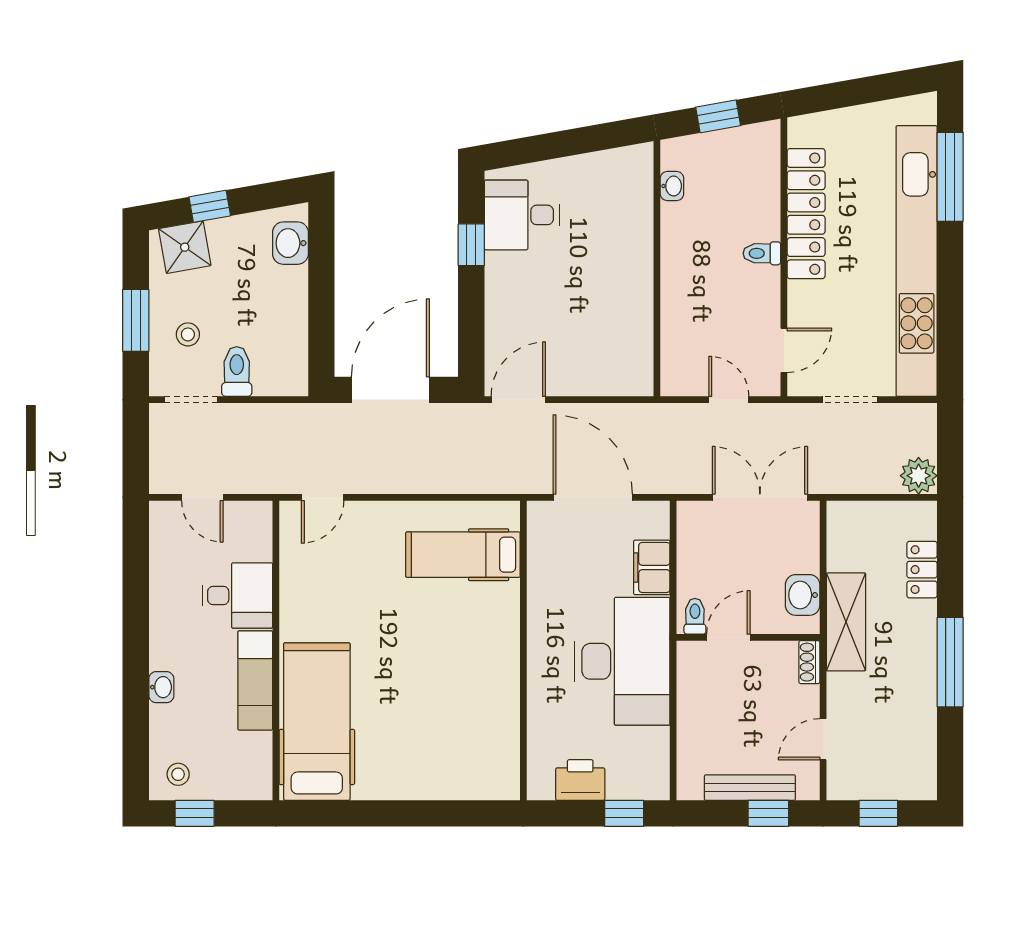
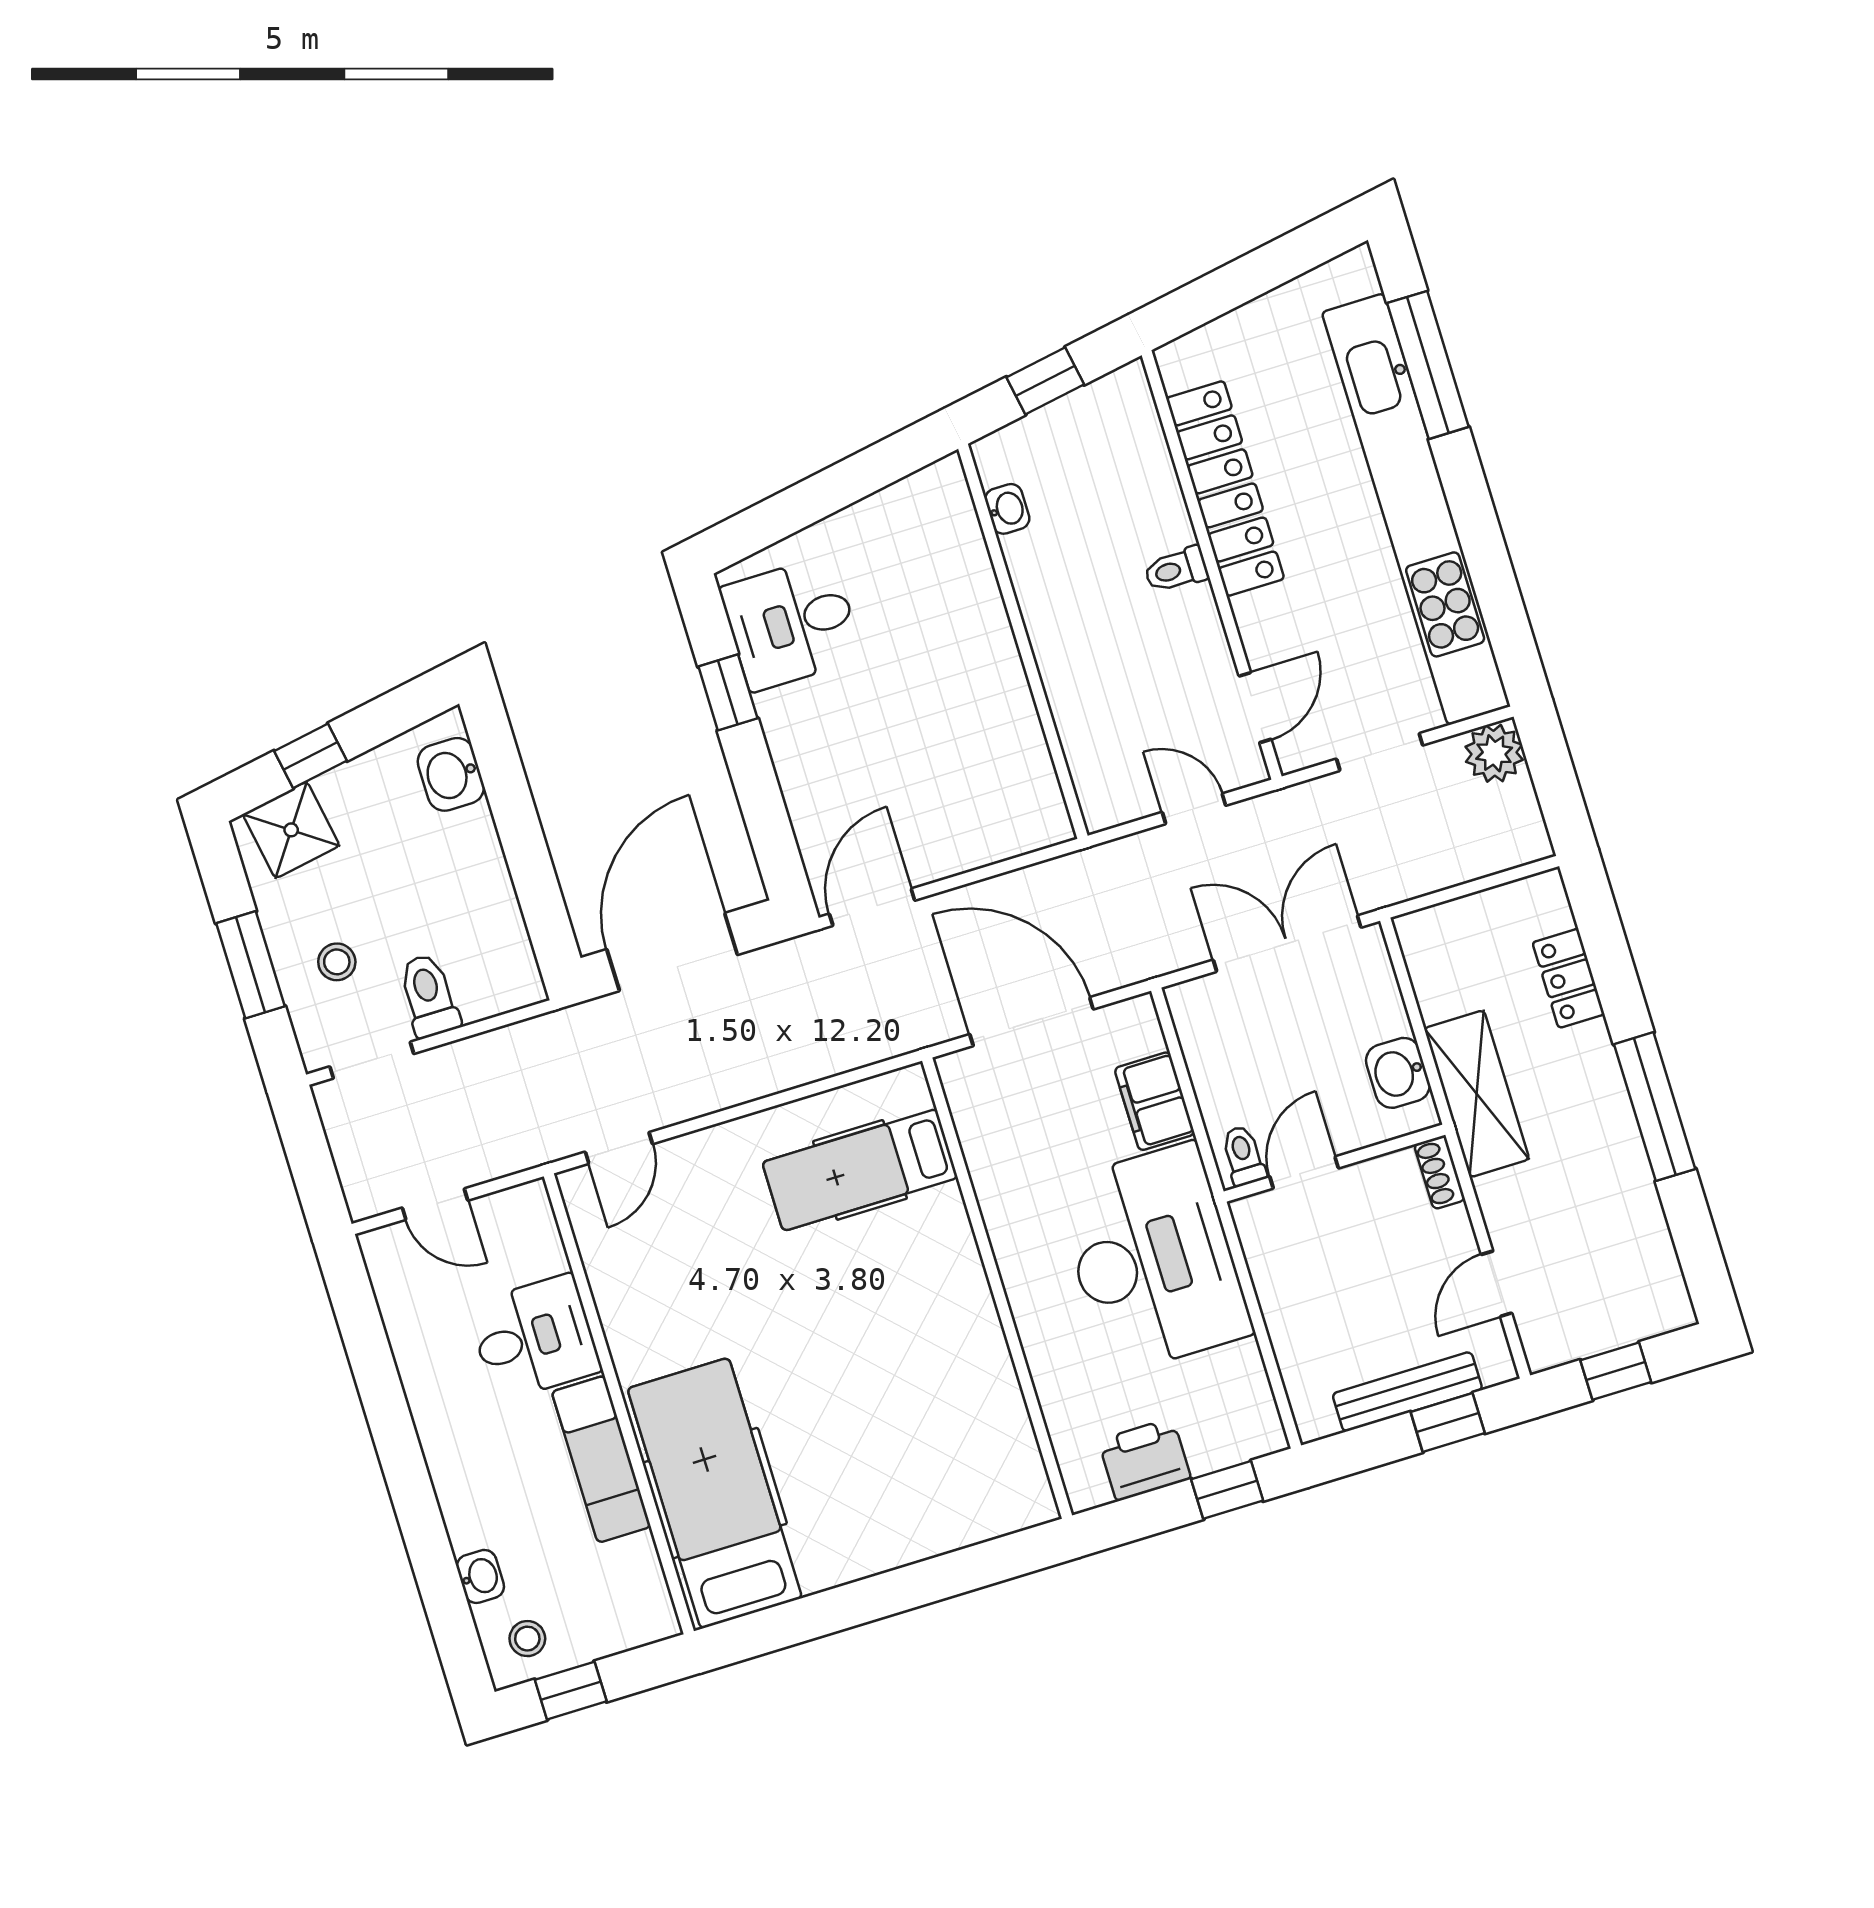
plant: (919, 476) -> (1494, 753), moved
washbasin: (161, 687) -> (480, 1576), moved

